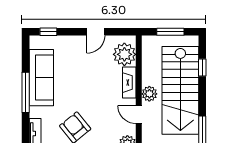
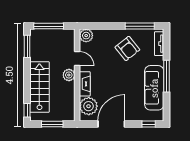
door: (96, 32) -> (111, 124), width x1.87
window: (202, 68) -> (27, 110), moved
stairs: (180, 90) -> (39, 87), width x0.73, depth x0.66

